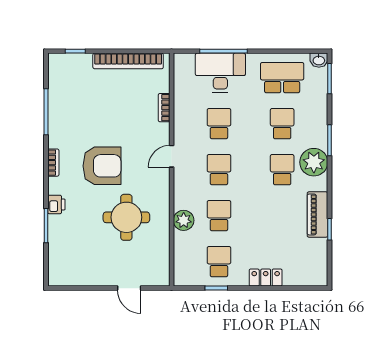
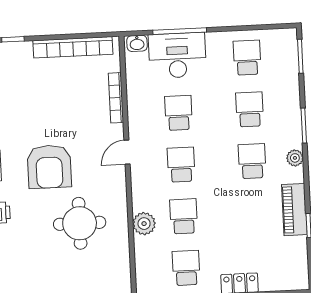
washbasin: (319, 60) -> (137, 43), moved
school desk: (282, 78) -> (247, 58), width x0.54
bookcase: (164, 108) -> (116, 98), width x1.56
plant: (314, 162) -> (295, 158), width x0.53, depth x0.53
armchair: (102, 166) -> (49, 167), turned 90

